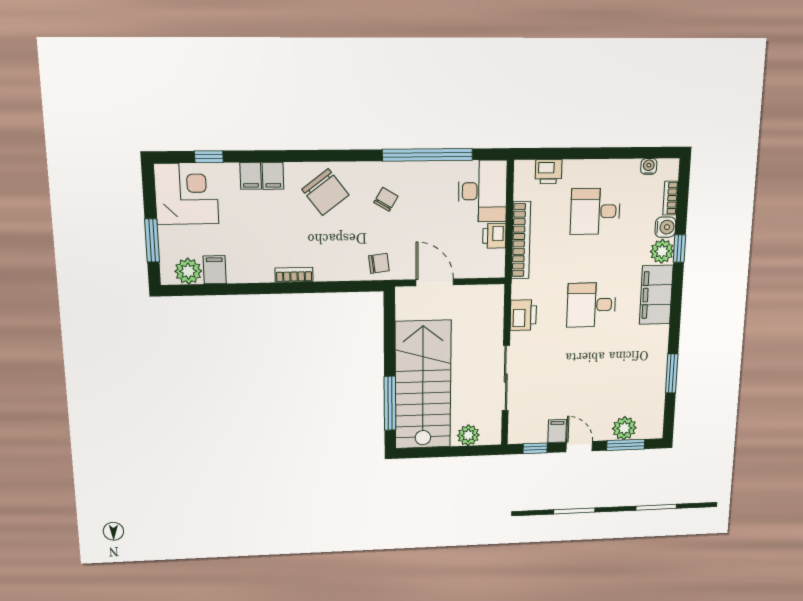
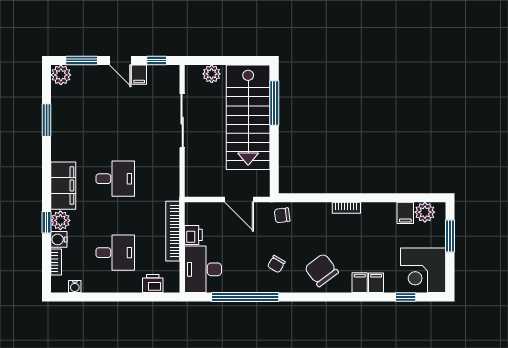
printer: (523, 315) -> (169, 172), removed
plant: (624, 428) -> (61, 75), moved

